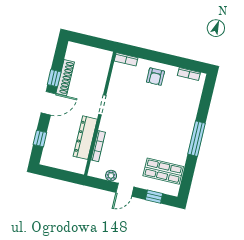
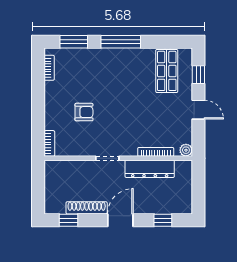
armchair: (155, 77) -> (84, 112), moved
window: (54, 78) -> (69, 220), moved
window: (206, 100) -> (74, 42), added
door: (48, 103) -> (120, 220), hinge flipped
plant: (111, 176) -> (186, 150), moved

